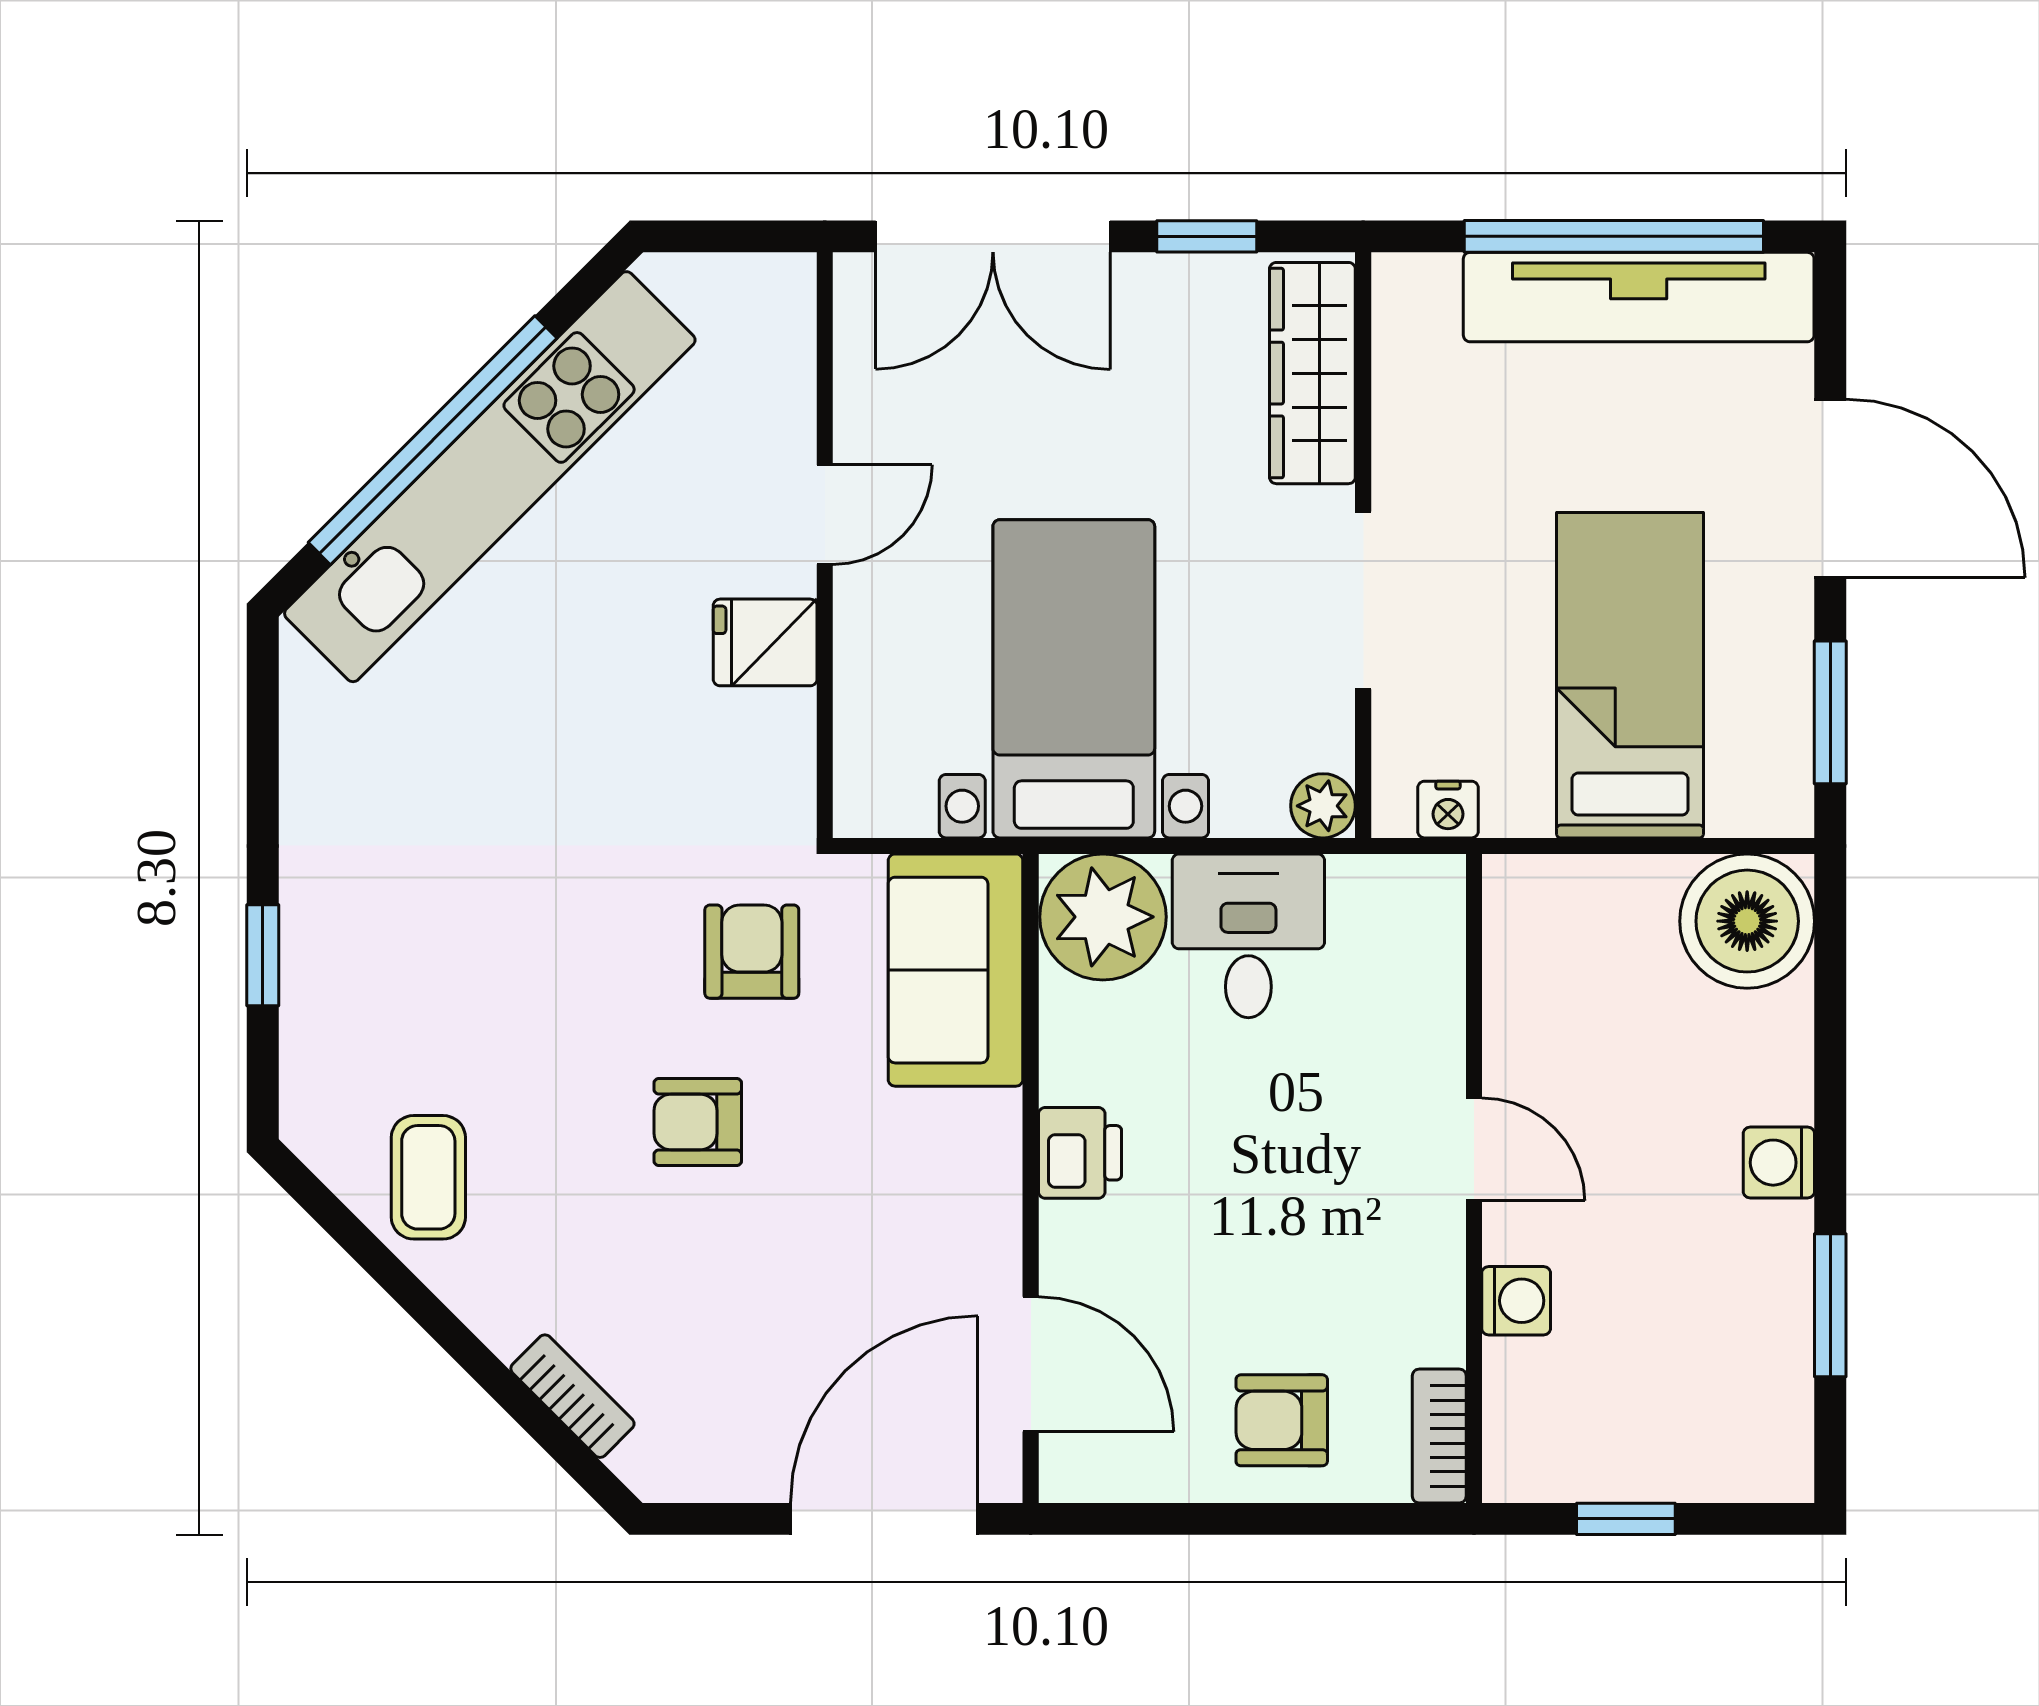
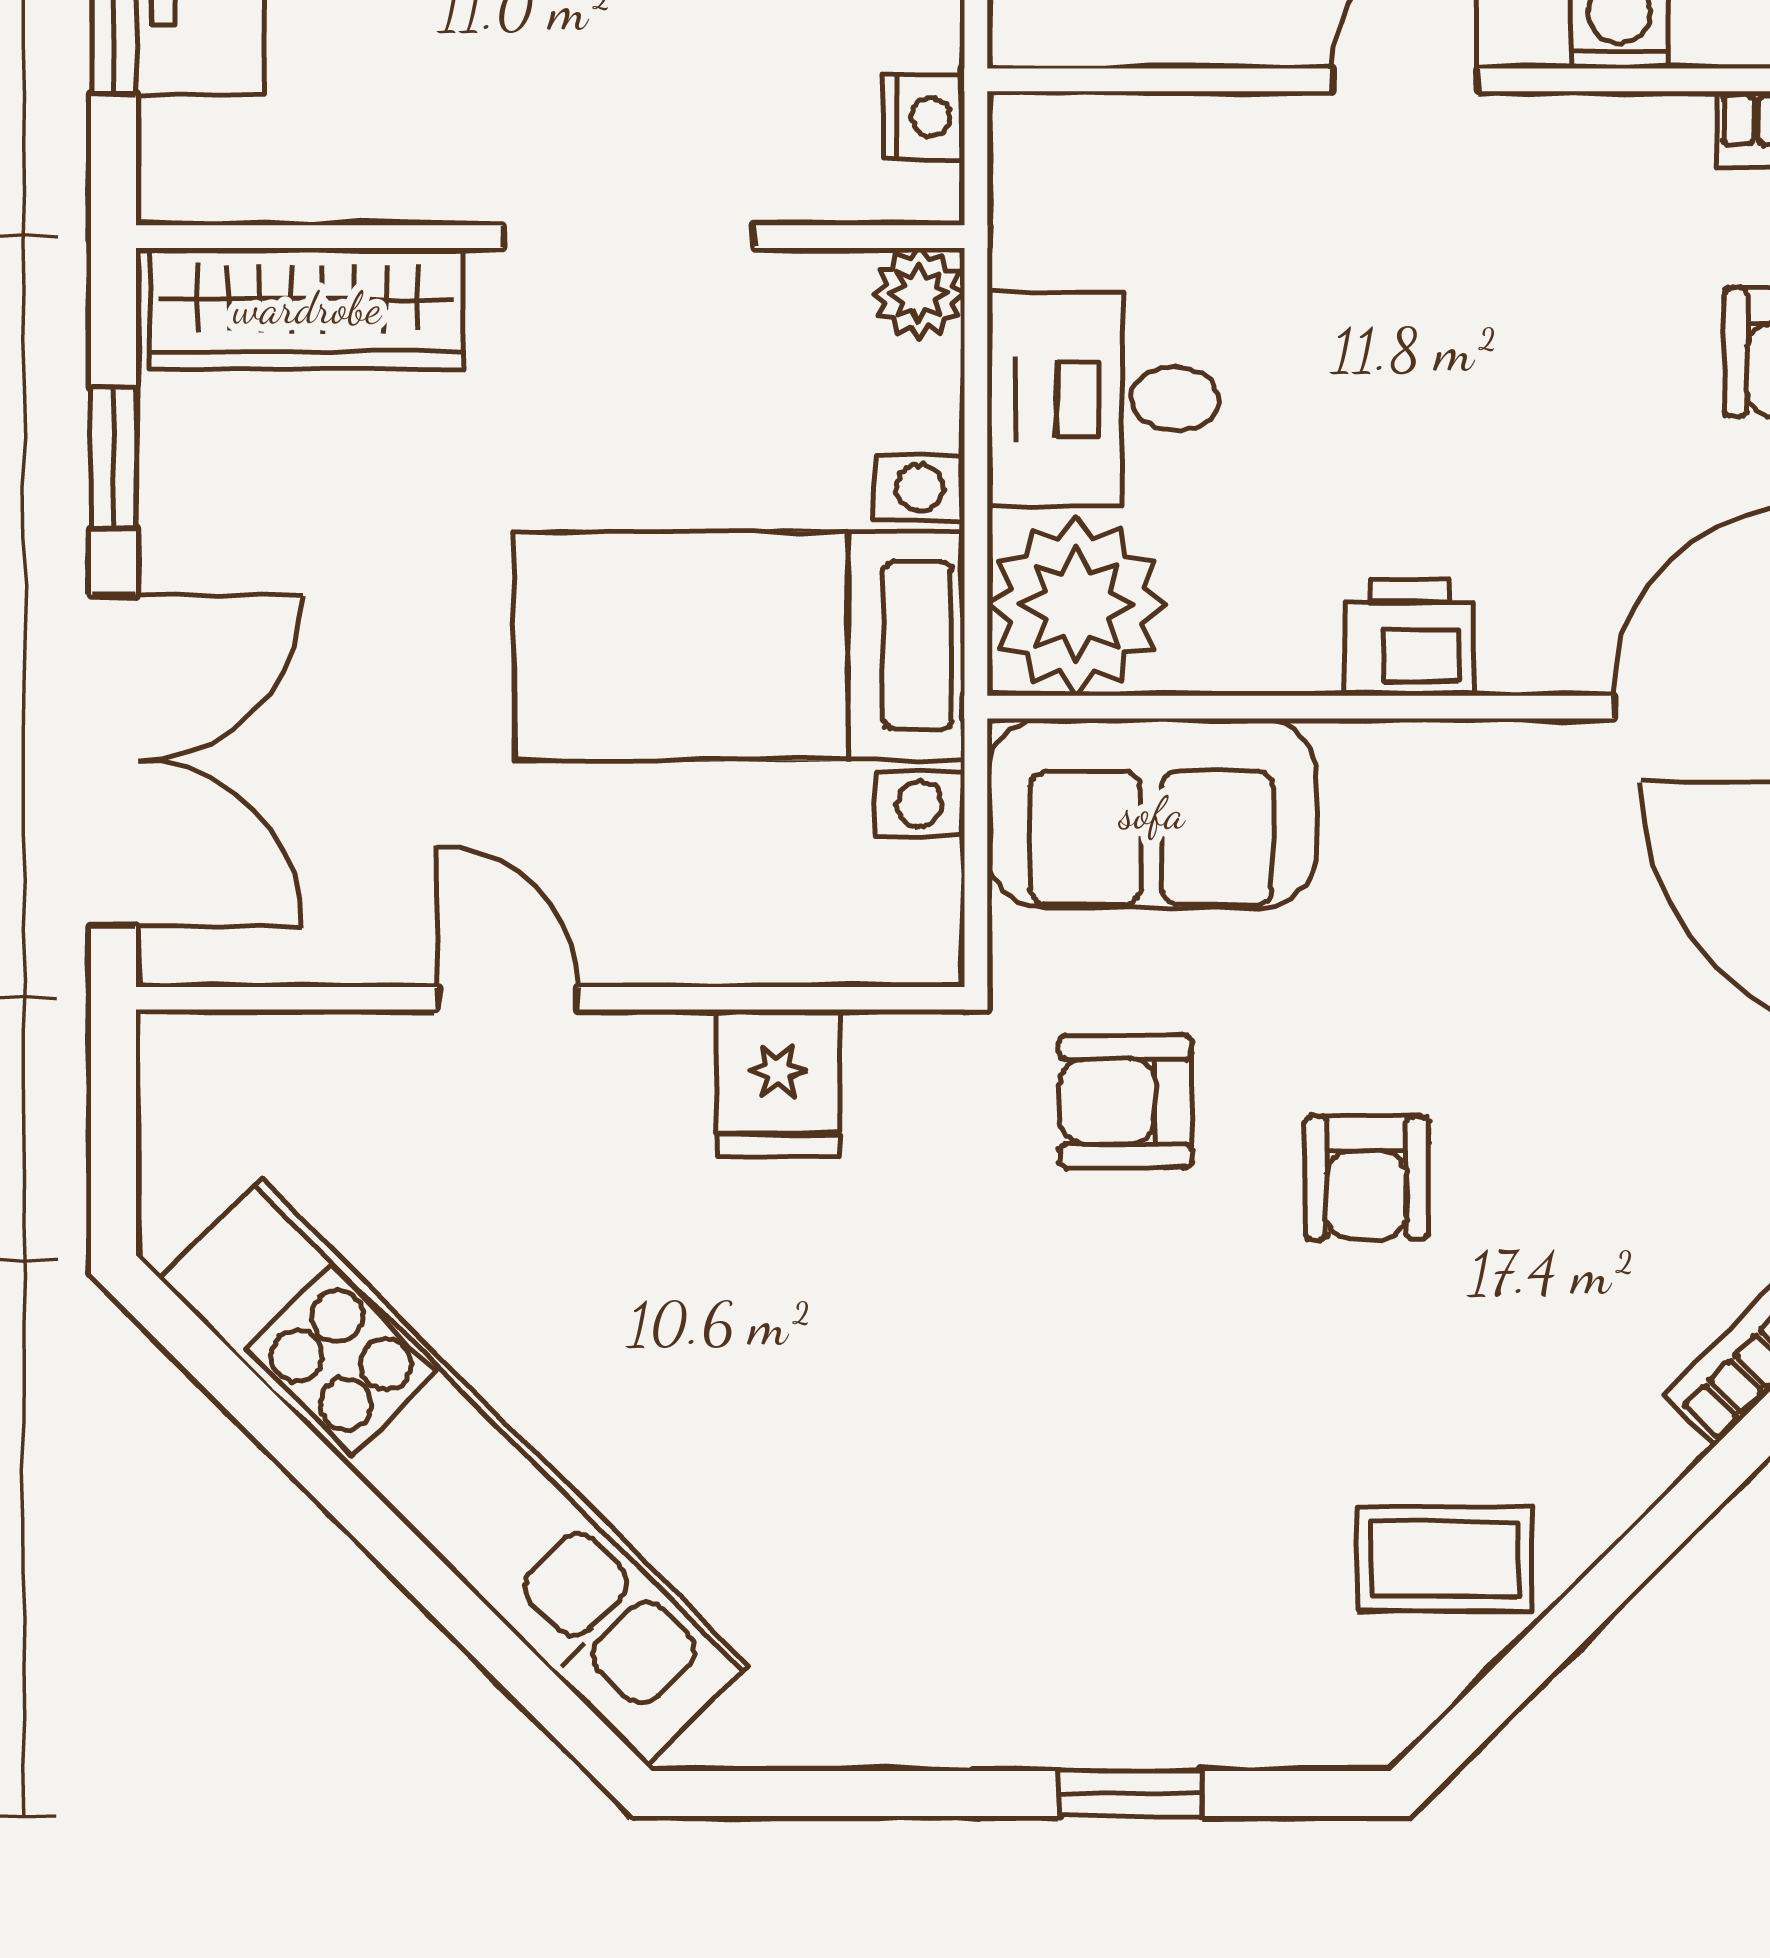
window: (433, 440) -> (402, 1553), removed
fridge: (765, 642) -> (778, 1083), moved

